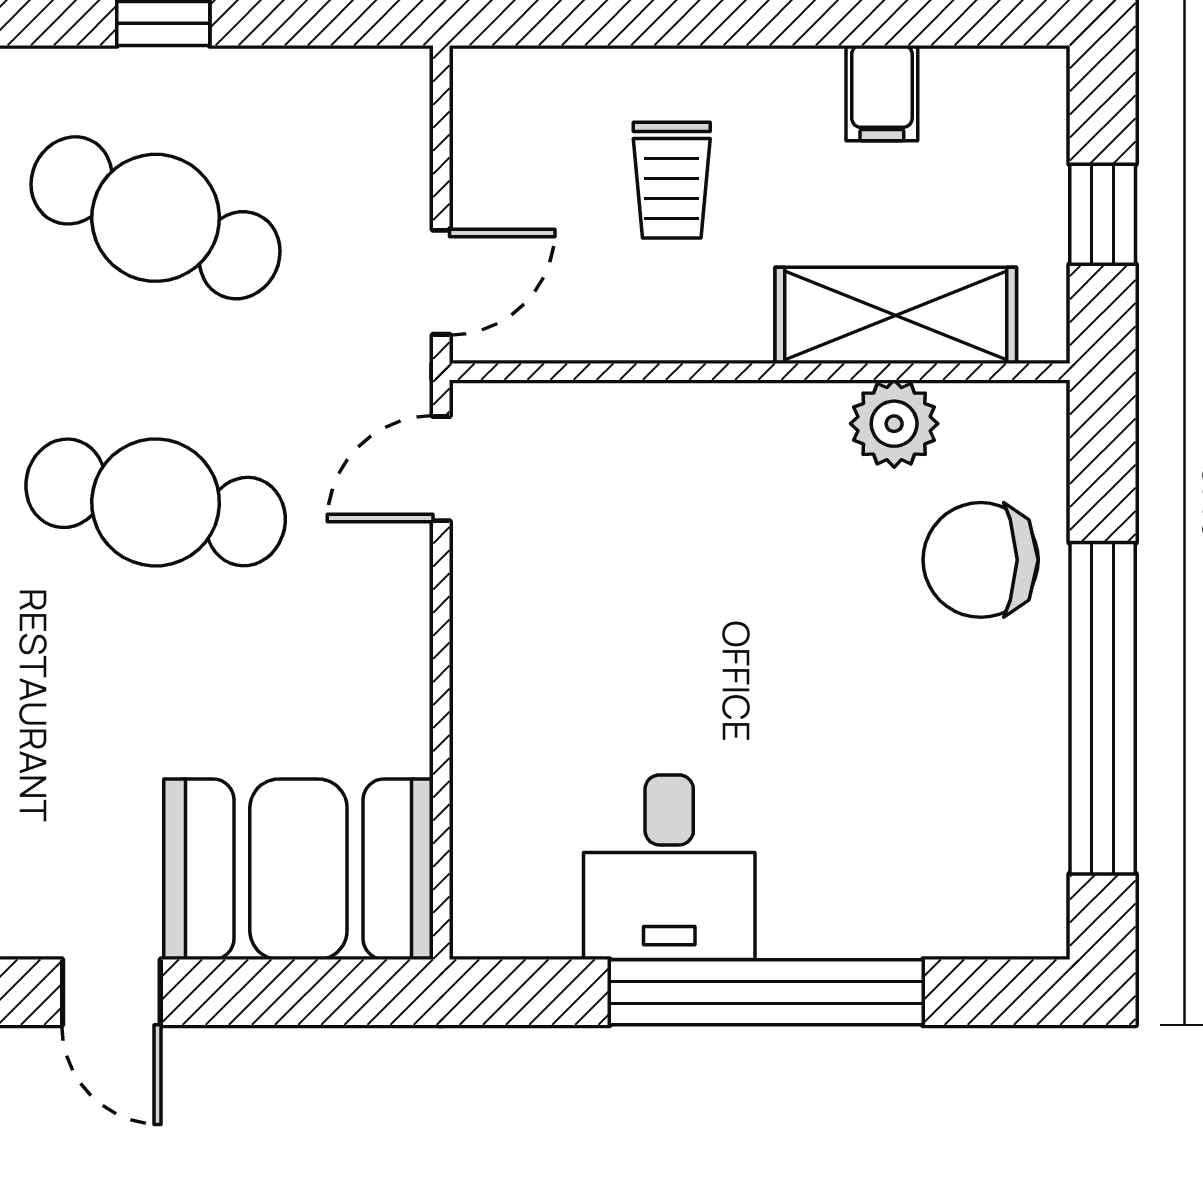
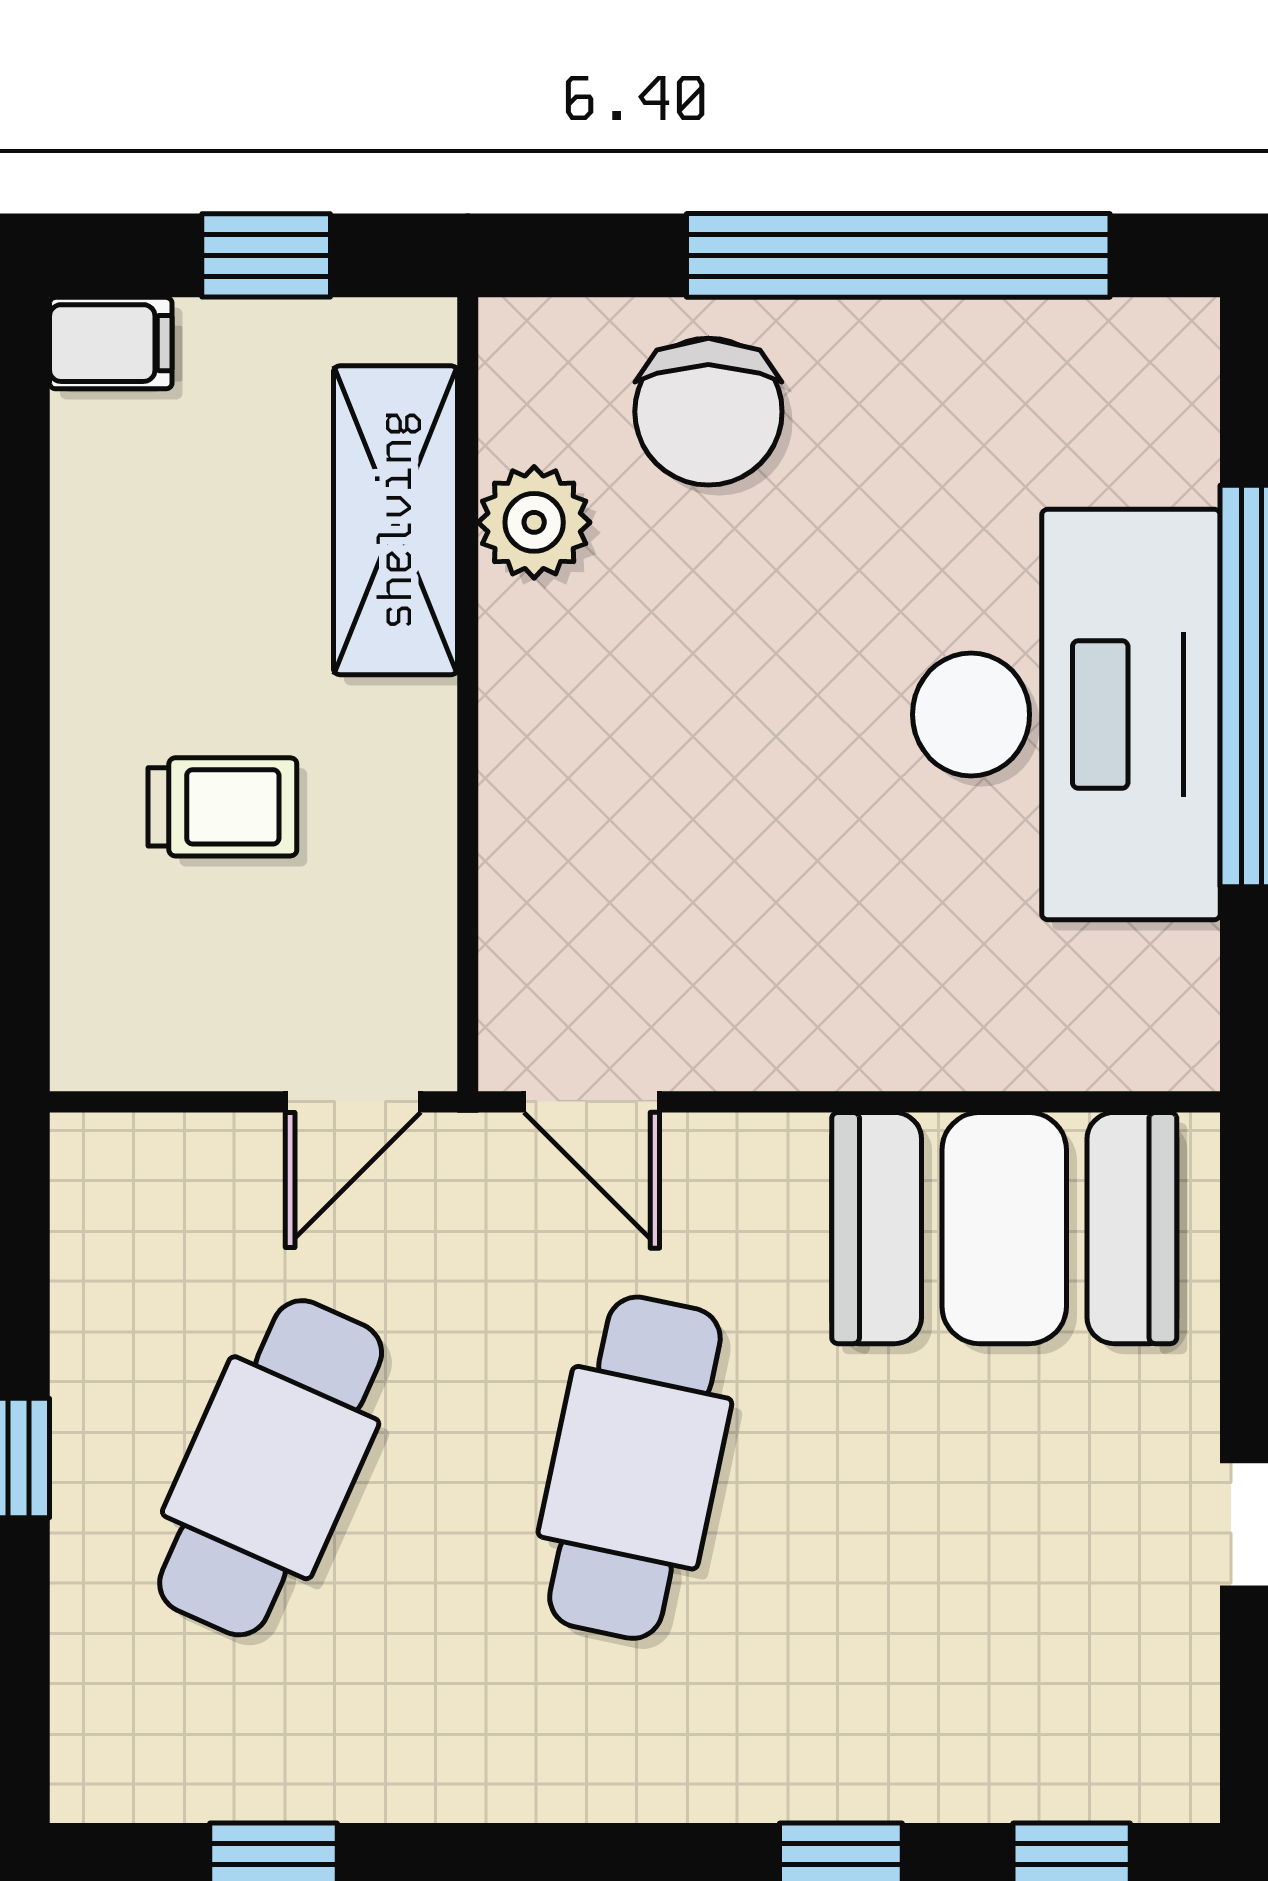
filing cabinet: (882, 93) -> (111, 343), moved
door: (441, 282) -> (353, 1102), swing flipped
desk: (669, 867) -> (1066, 715), width x1.87, depth x1.30
booth: (298, 869) -> (1004, 1228), moved, turned 90

